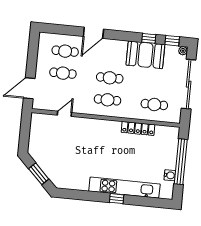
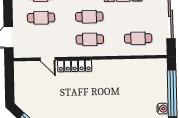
door: (64, 114) -> (48, 59), swing flipped
locker: (138, 129) -> (75, 66), moved

